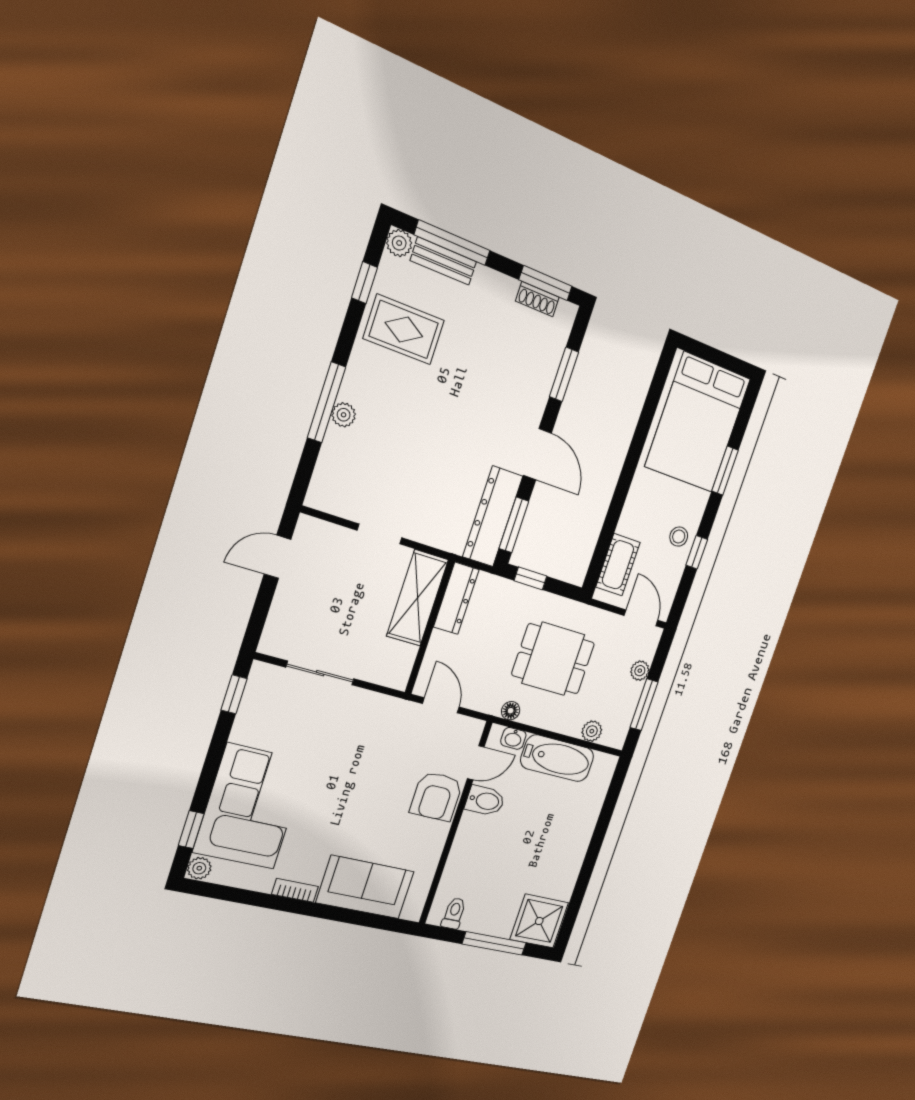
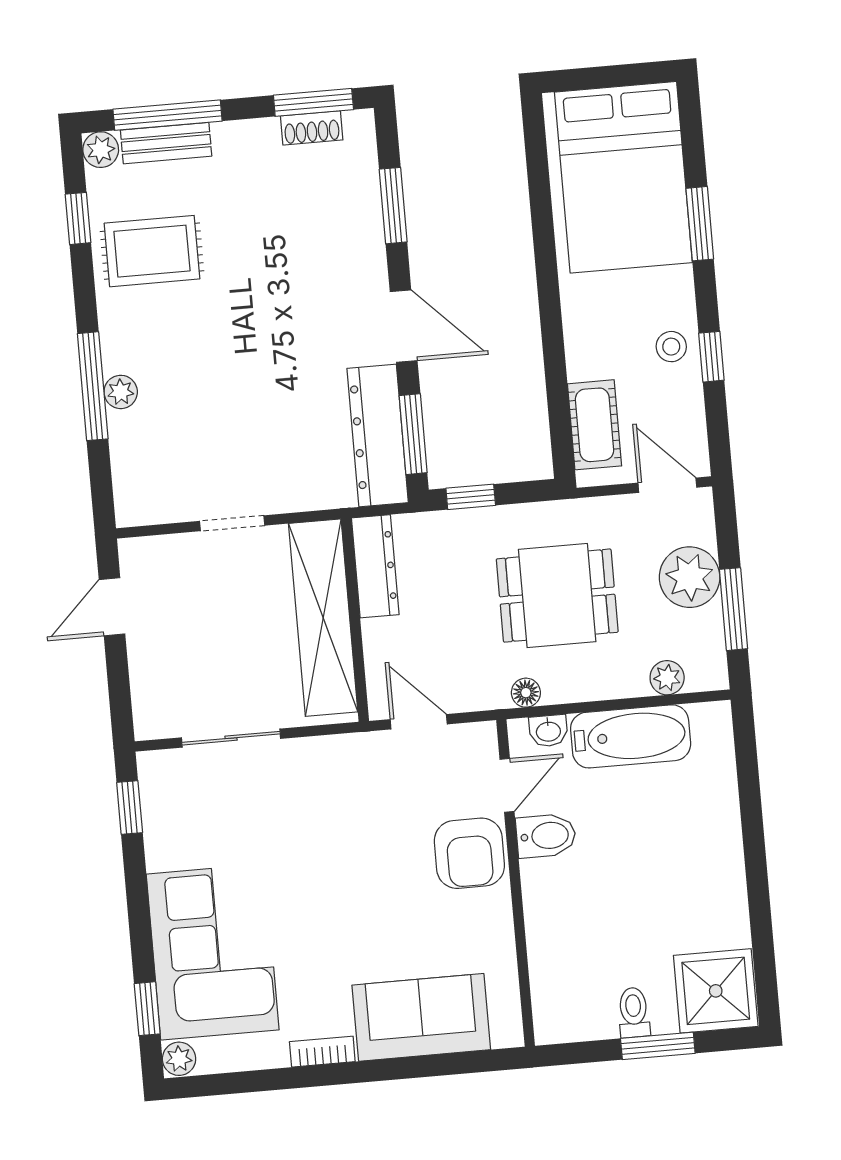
shelving: (417, 598) -> (323, 618), width x1.47
plant: (640, 671) -> (690, 577), width x1.88, depth x1.88
toilet: (454, 913) -> (634, 1012), moved
window: (494, 943) -> (658, 1046), width x0.69

